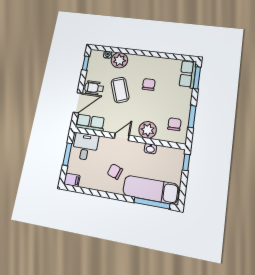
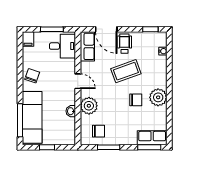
plant: (119, 60) -> (158, 97), moved
window: (186, 162) -> (47, 147), moved
chair: (115, 172) -> (32, 76), moved

